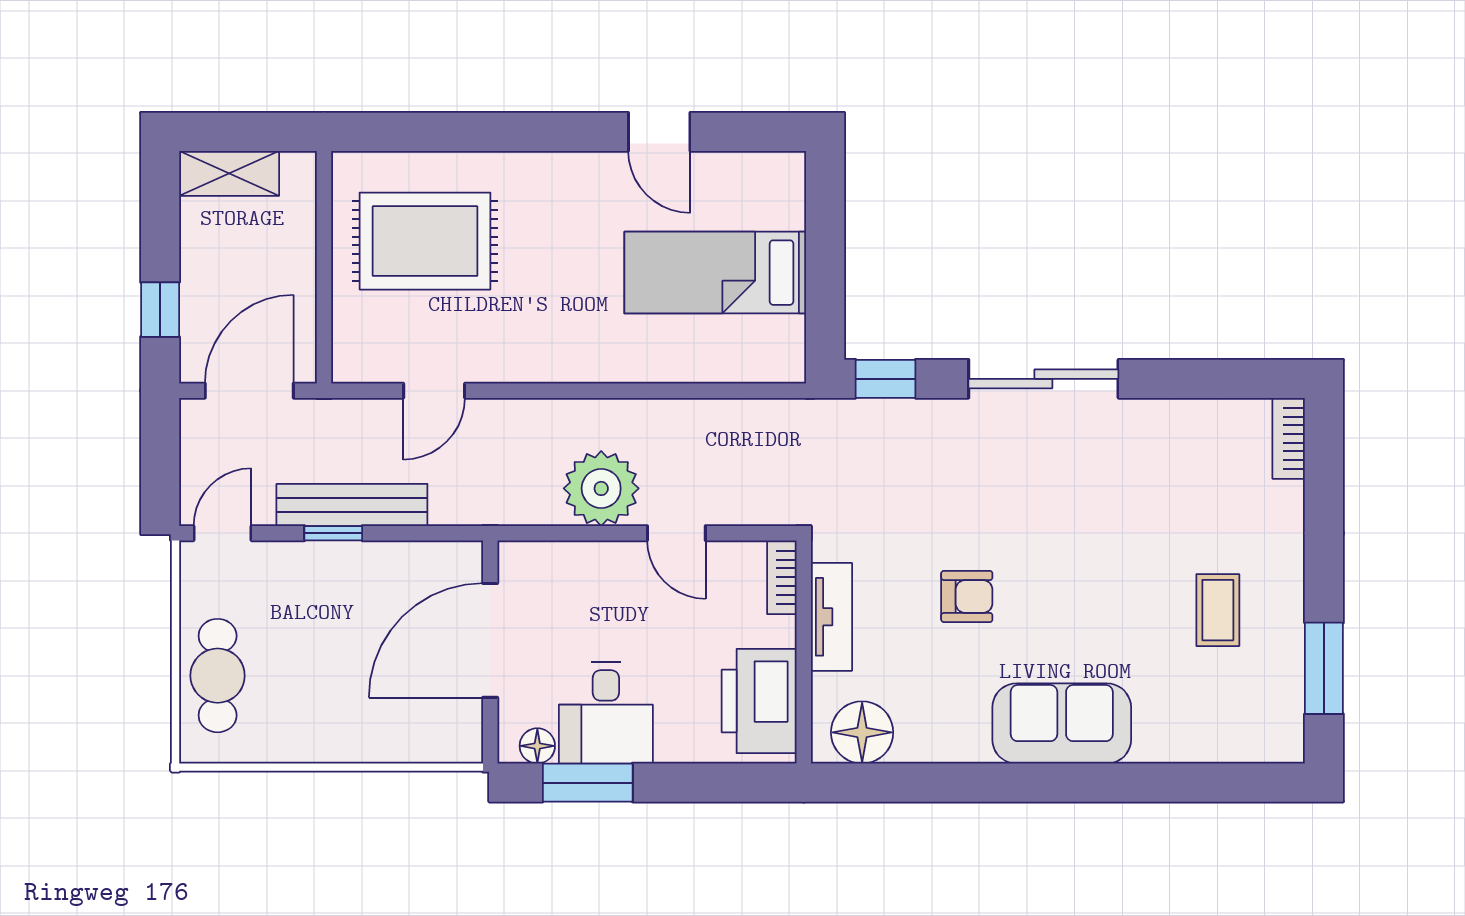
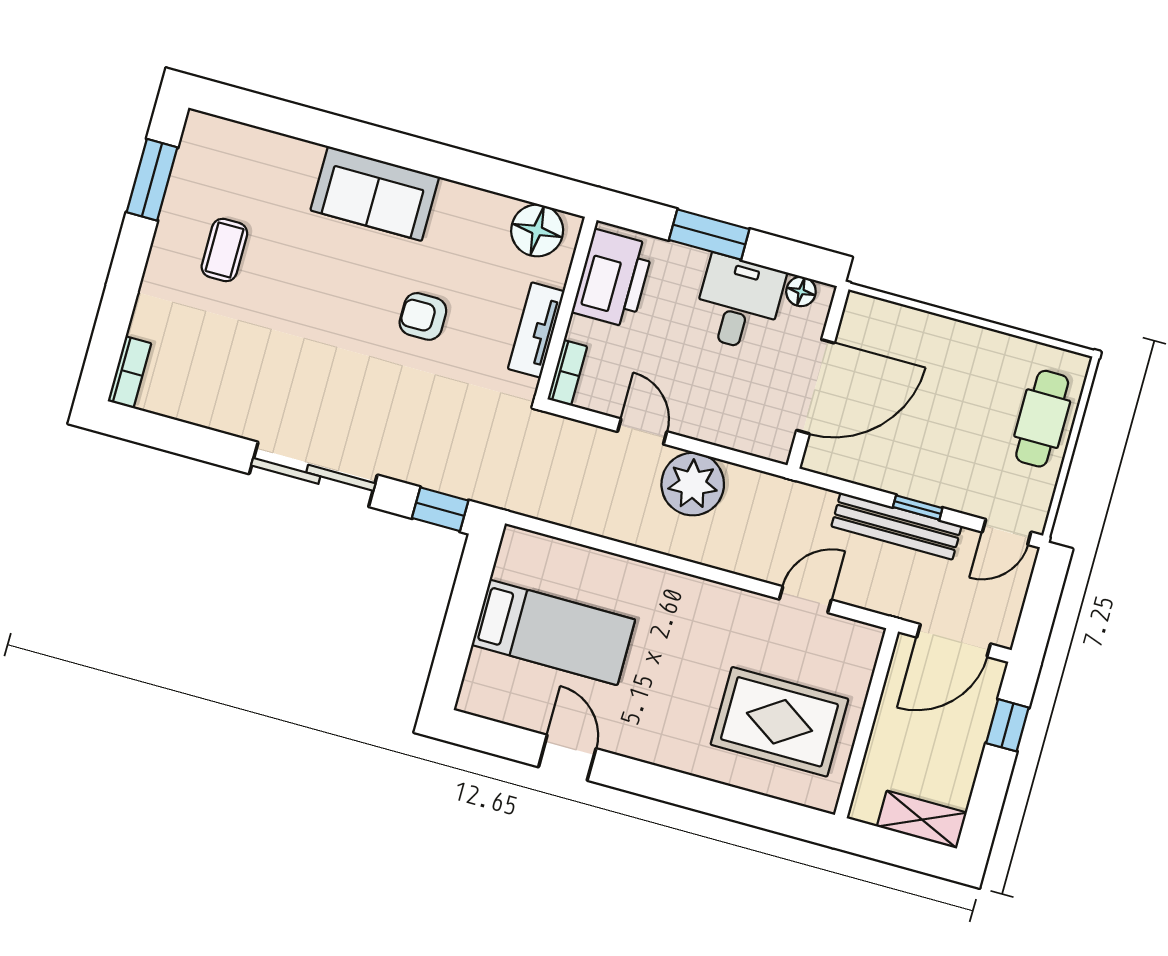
window: (588, 783) -> (709, 235), moved

